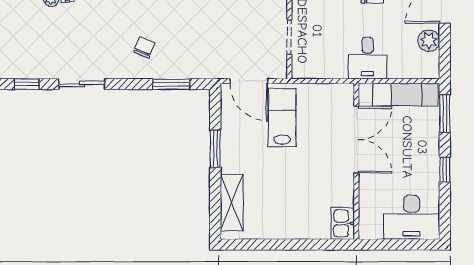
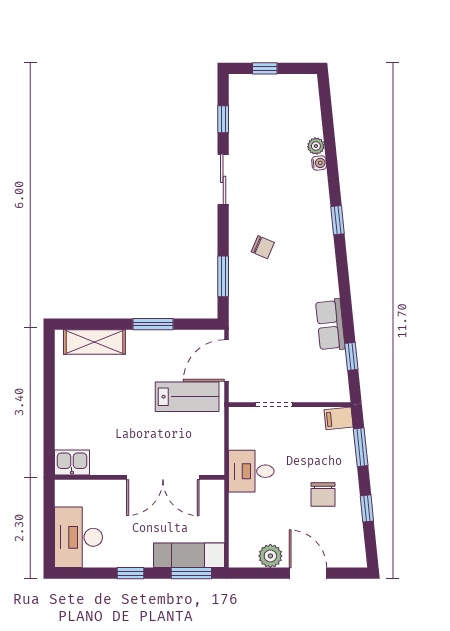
desk: (368, 58) -> (251, 471), moved
exam couch: (405, 95) -> (189, 555), moved, turned 90

